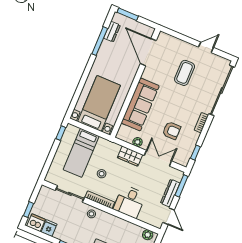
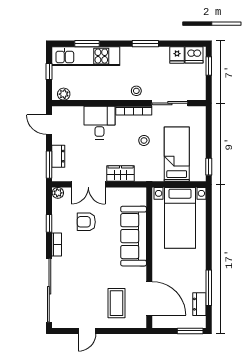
coffee table: (185, 73) -> (117, 303), moved
plant: (138, 142) -> (58, 193), moved
window: (195, 153) -> (49, 223), moved
dresser: (170, 193) -> (58, 156), width x0.70

